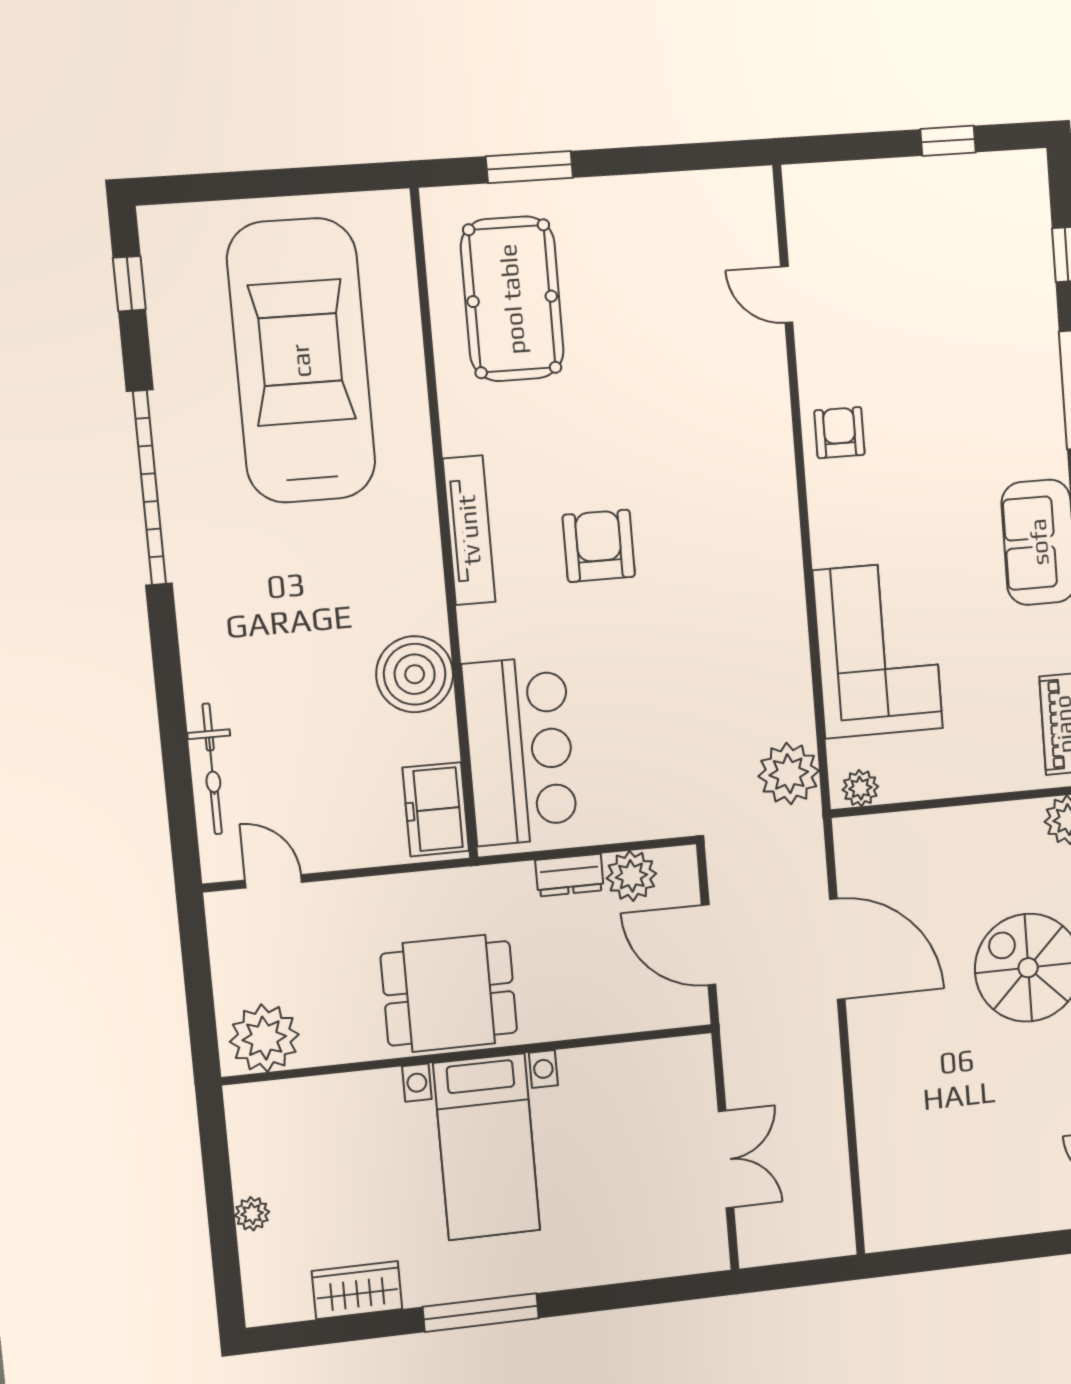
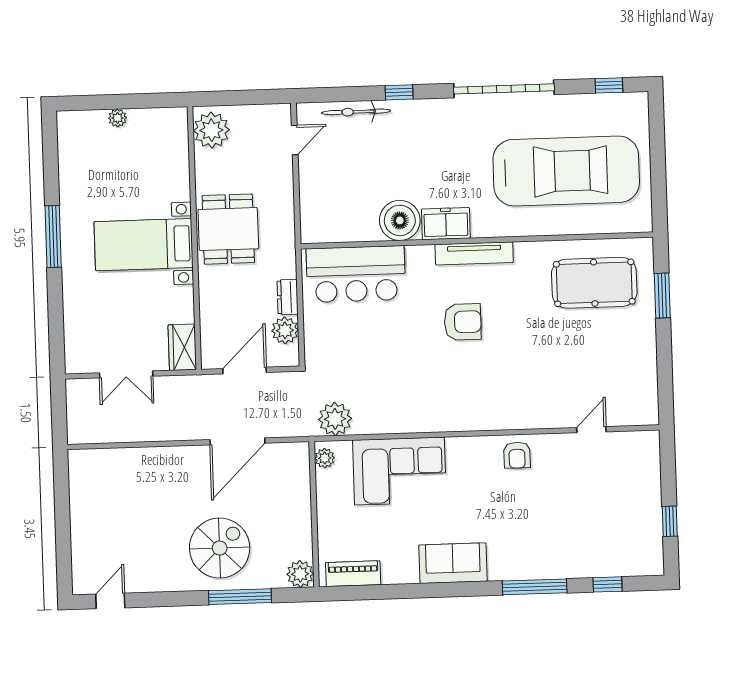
armchair: (839, 433) -> (517, 455), turned 90
window: (169, 689) -> (399, 92), added
freezer: (436, 809) -> (446, 224), moved
wardrobe: (357, 1290) -> (182, 347), moved, turned 180

